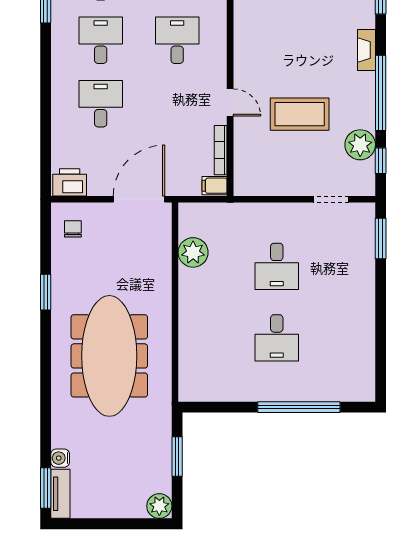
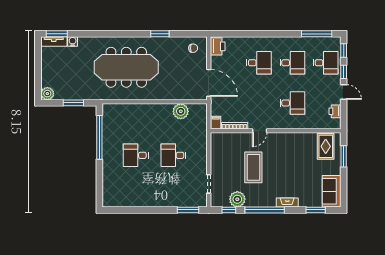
window: (299, 407) -> (99, 137), moved

